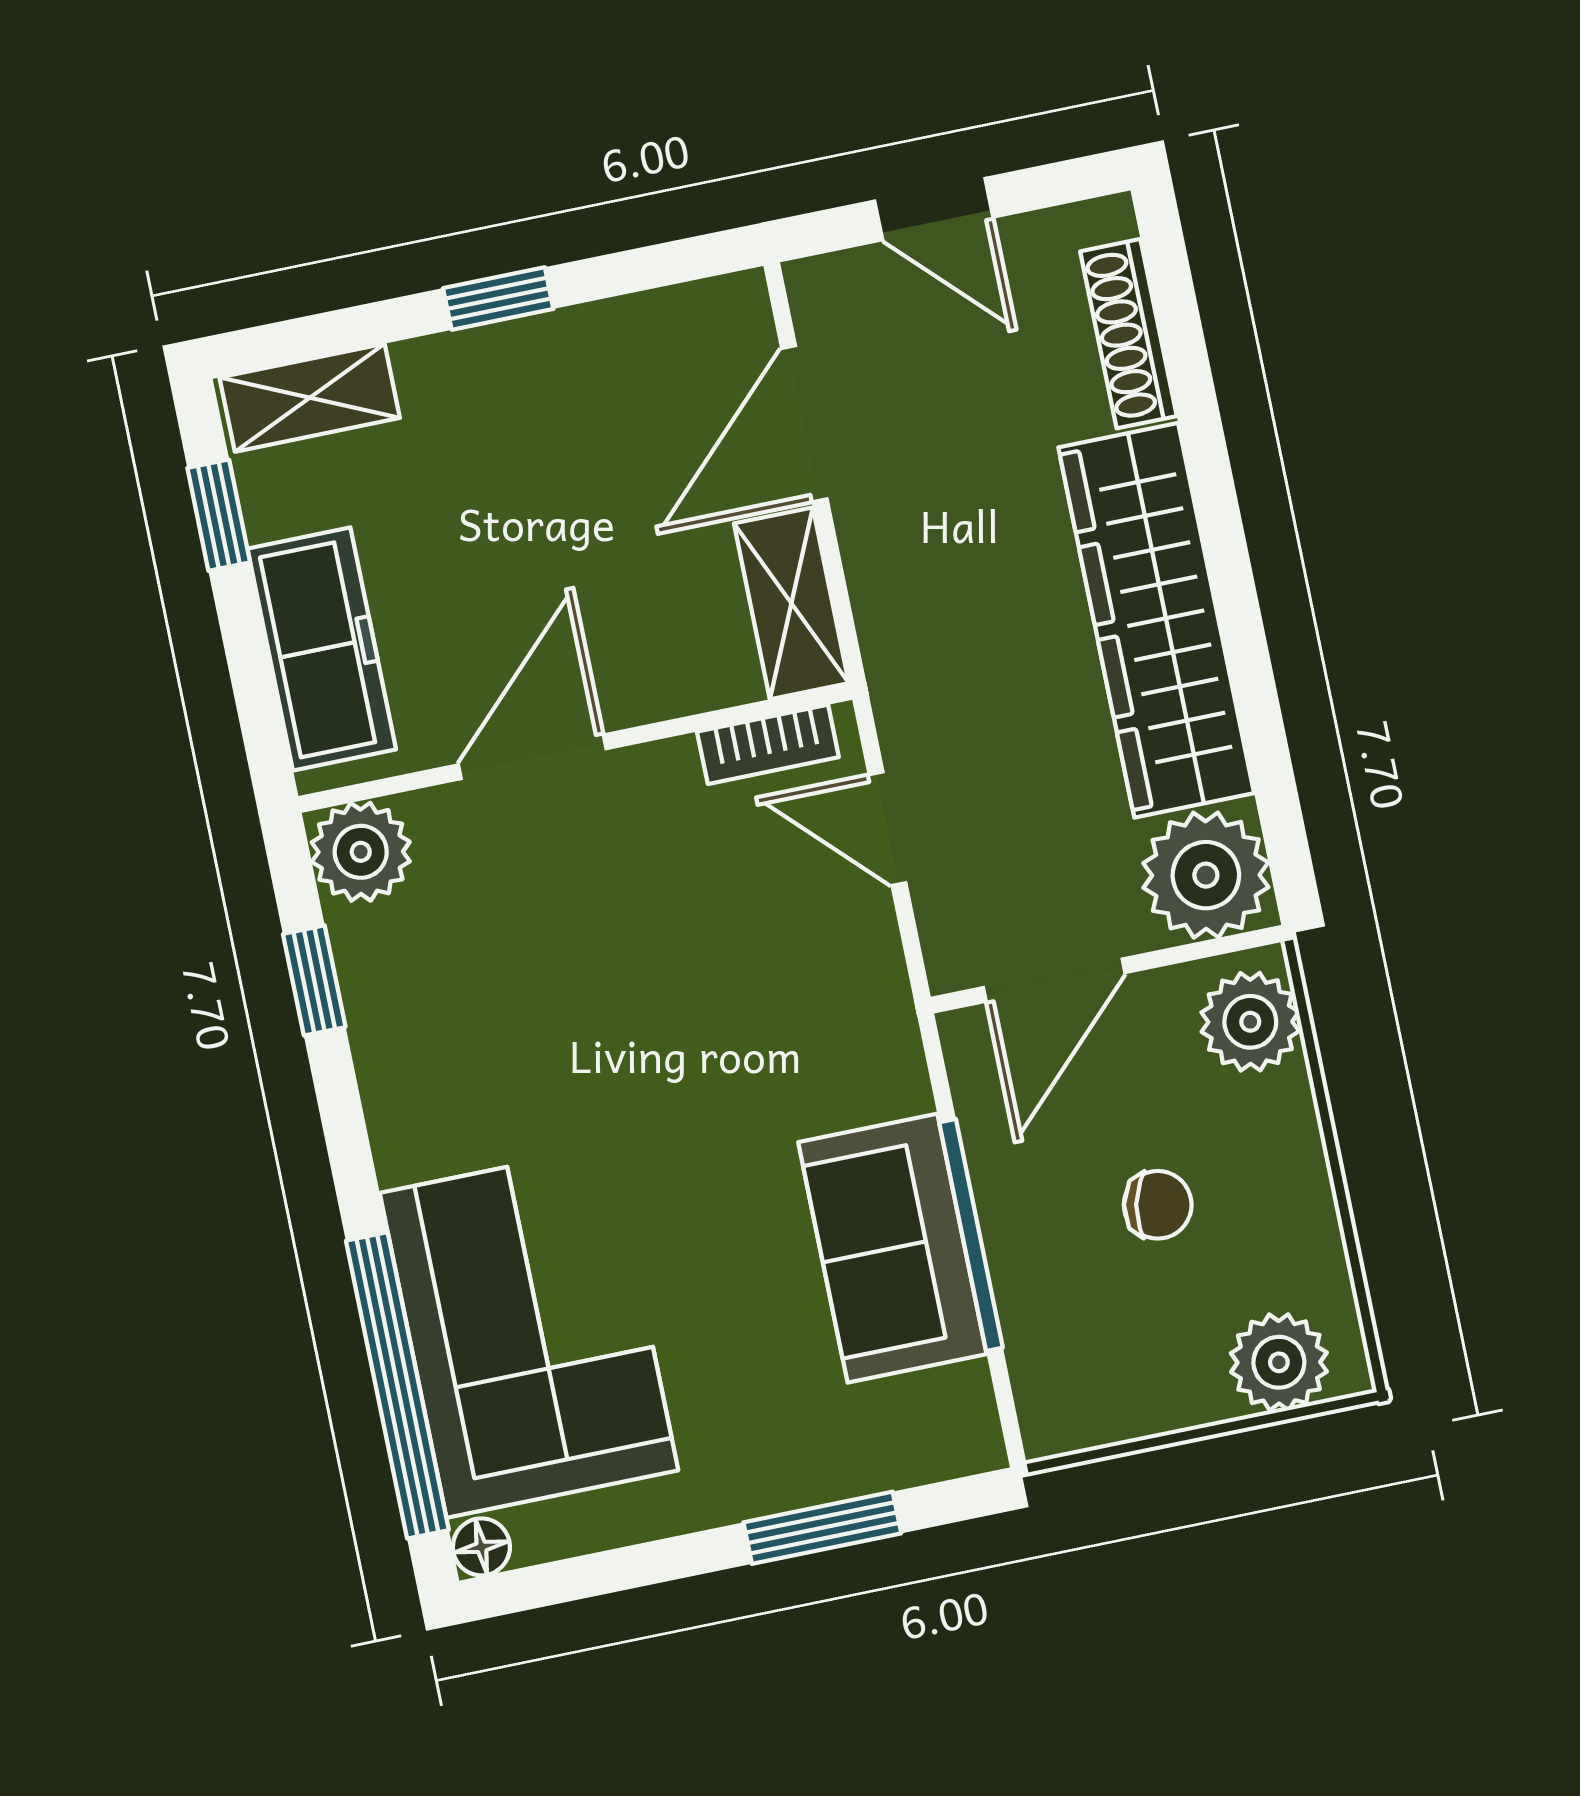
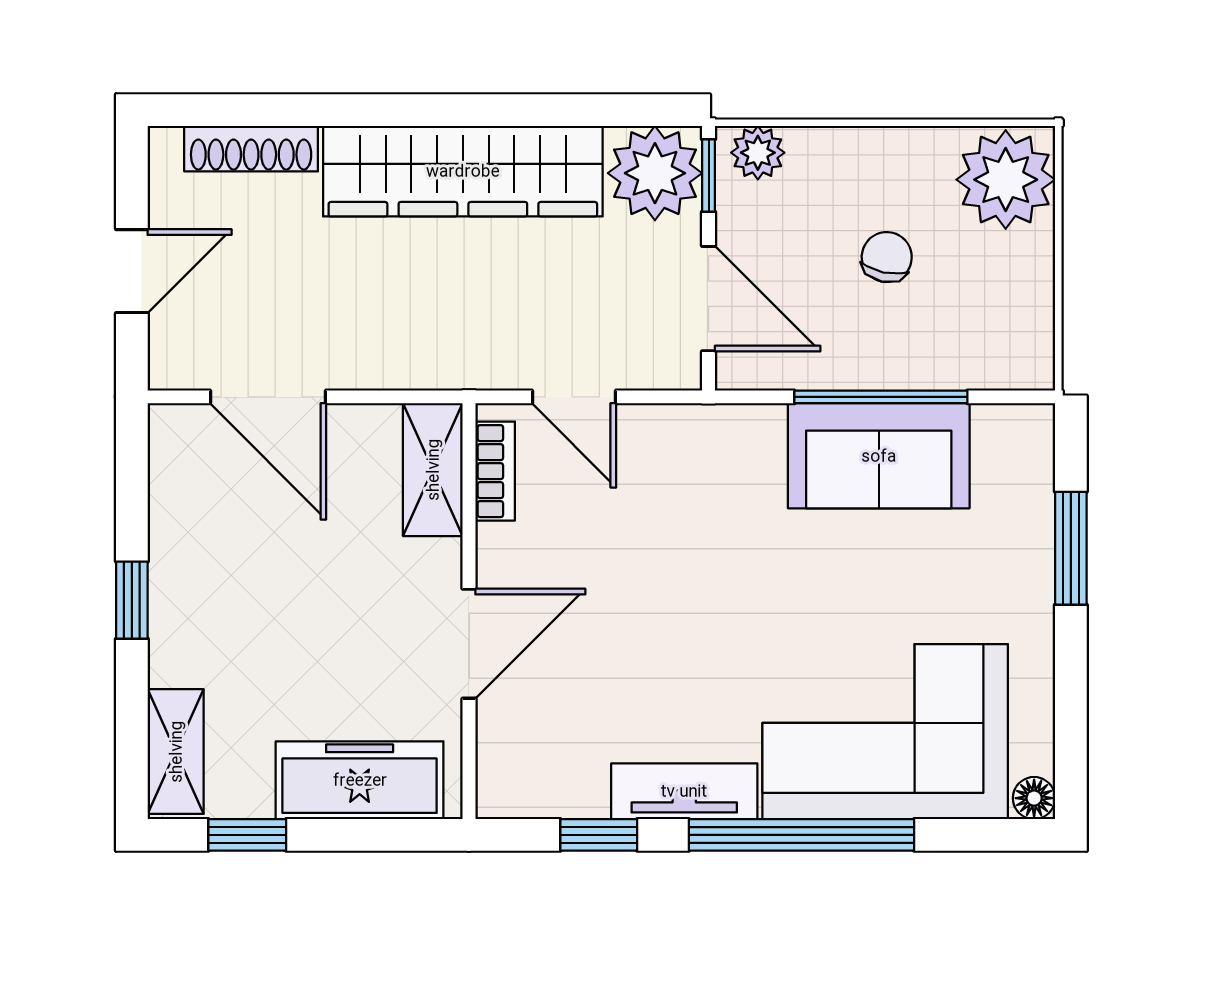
shelving: (791, 603) -> (433, 470), moved, turned 90
door: (532, 757) -> (469, 644), swing flipped
door: (888, 829) -> (574, 397), hinge flipped
plant: (361, 852) -> (512, 782), removed
window: (1217, 947) -> (709, 176), added
plant: (1250, 1022) -> (758, 153), width x0.73, depth x0.73
tv unit: (395, 1082) -> (684, 791), added
plant: (1279, 1362) -> (1006, 180), width x1.36, depth x1.36
window: (397, 1385) -> (801, 835), moved

